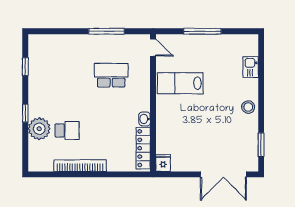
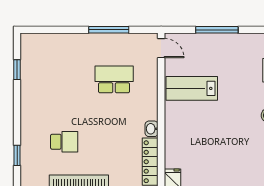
window: (25, 113) -> (17, 155), moved
plant: (39, 129) -> (33, 140), removed

